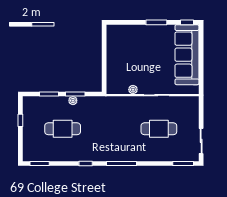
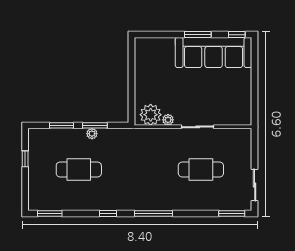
sofa: (187, 55) -> (214, 52), moved, turned -90
plant: (119, 86) -> (151, 115), added

